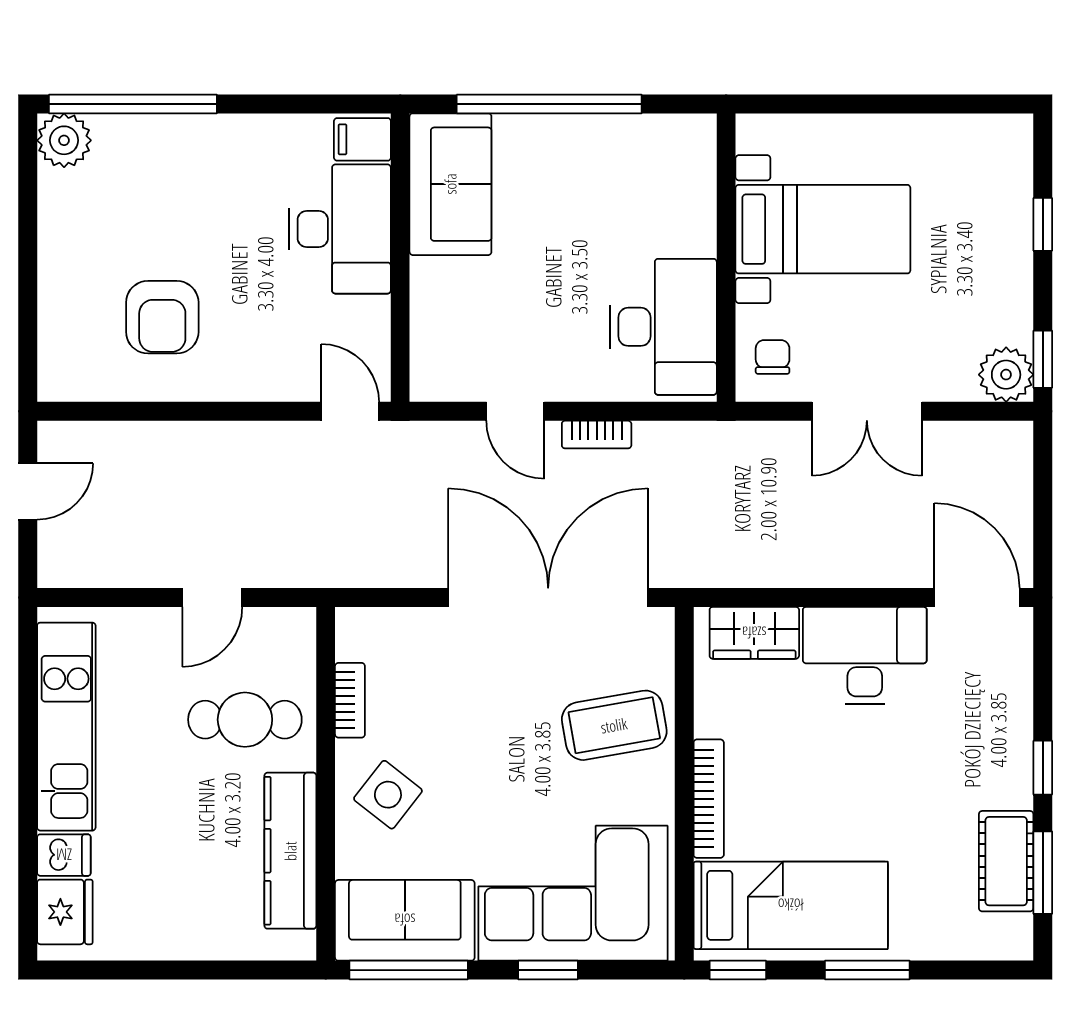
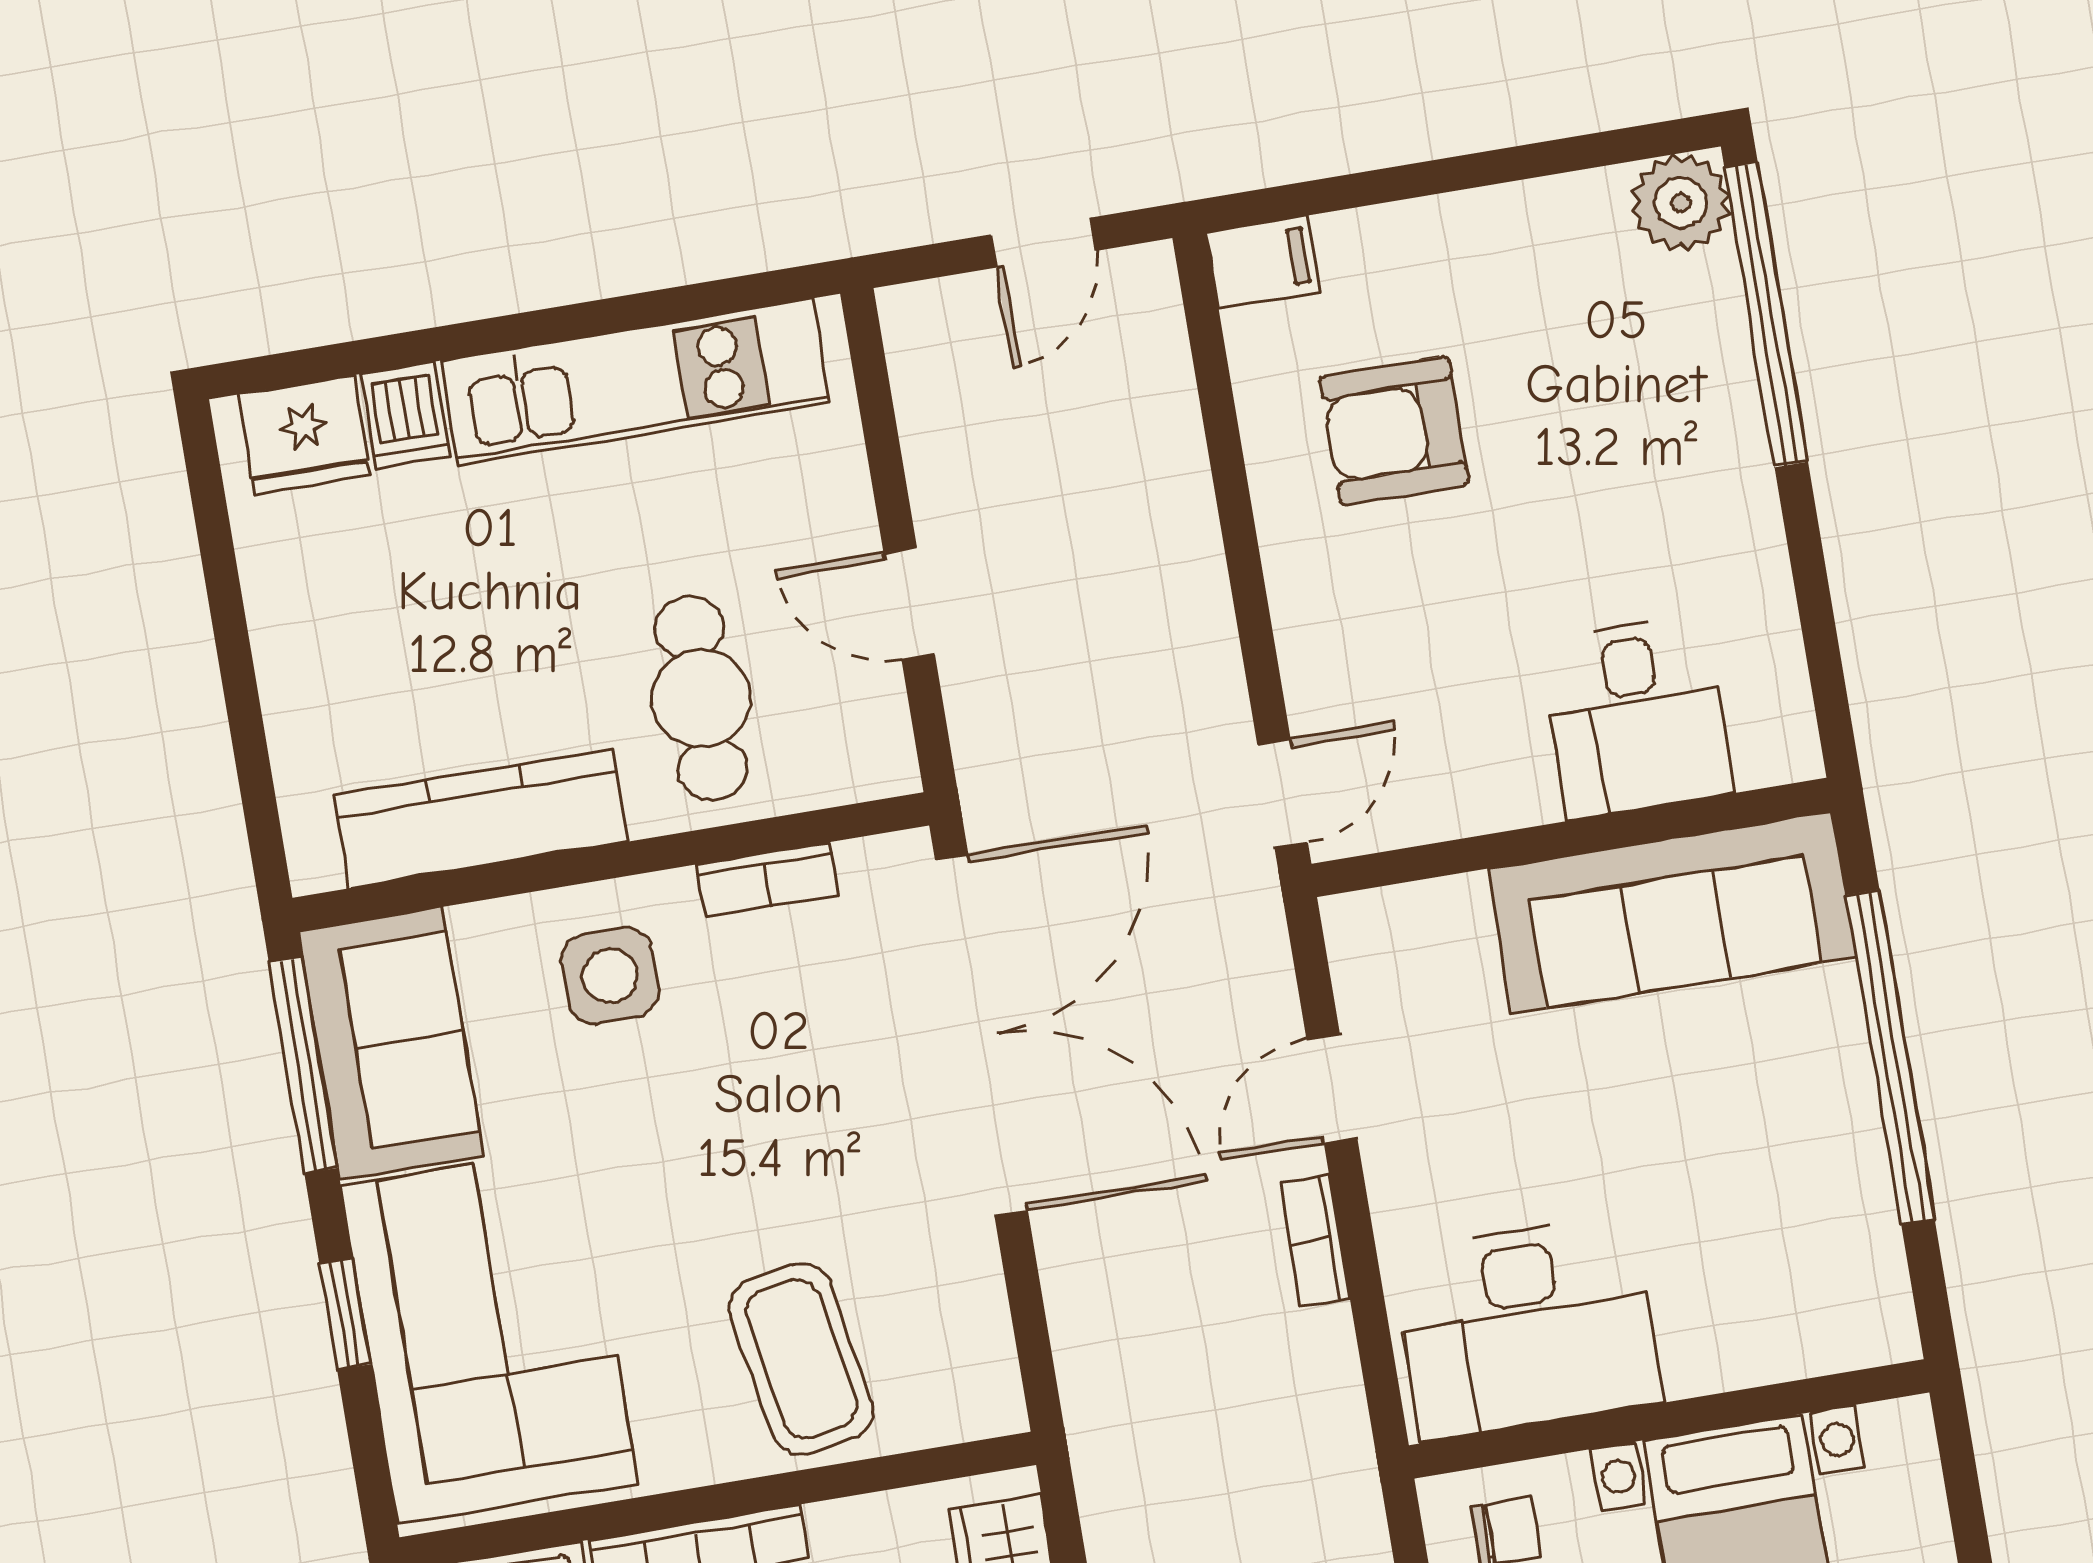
filing cabinet: (362, 139) -> (1263, 262), moved, turned 90
sofa: (450, 184) -> (1672, 913), width x1.36
desk: (340, 229) -> (1636, 716), width x0.73
door: (28, 491) -> (1043, 243), hinge flipped
double door: (548, 598) -> (981, 1036), moved
side table: (388, 795) -> (610, 976), turned -38

